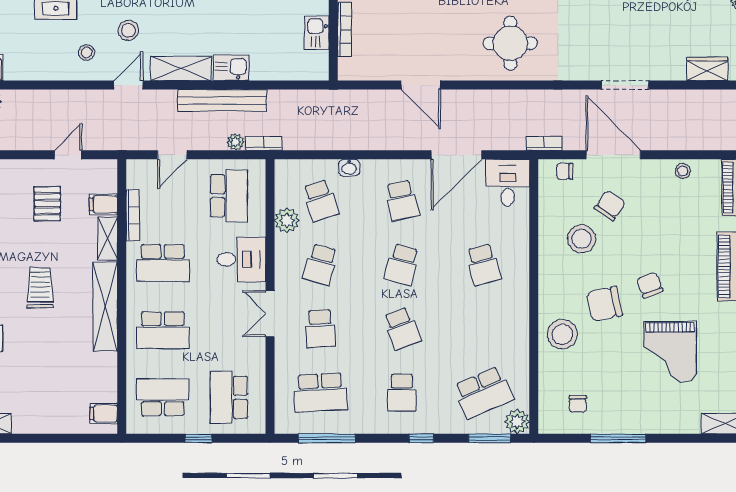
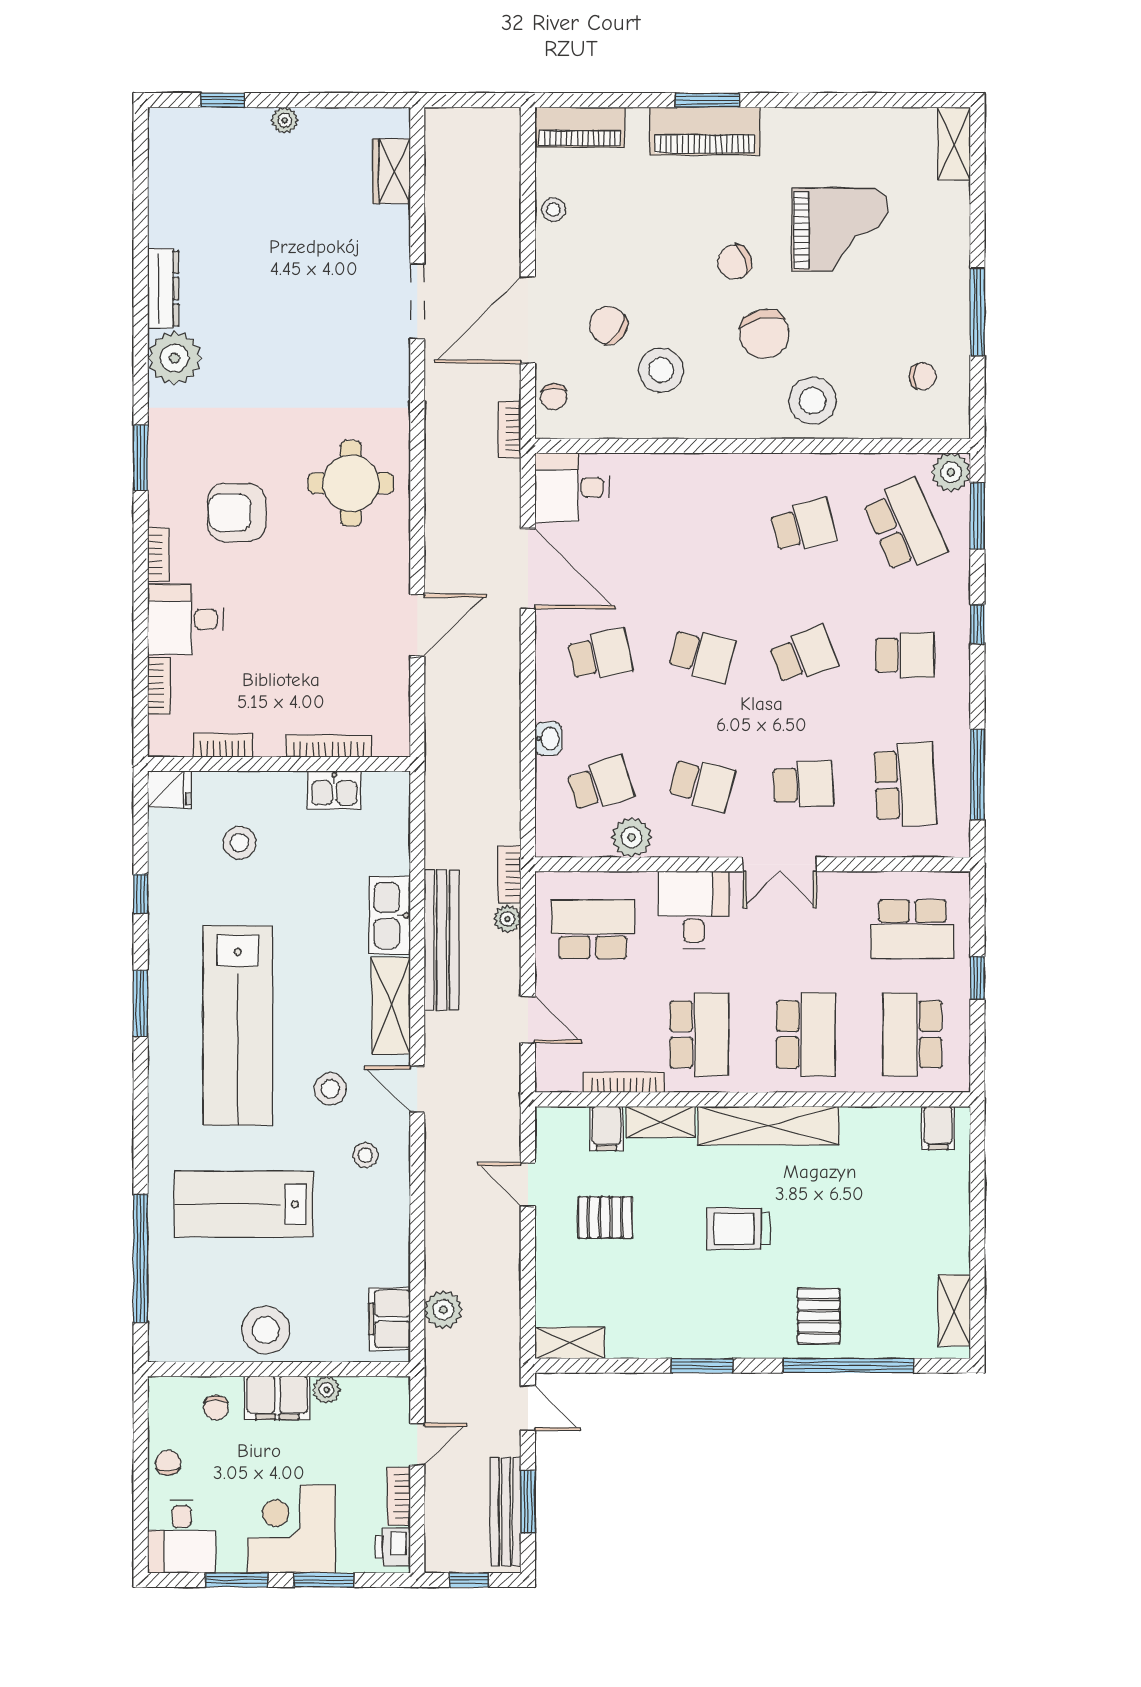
kitchen sink: (231, 68) -> (390, 915), width x1.38
school desk: (483, 265) -> (803, 526), moved

